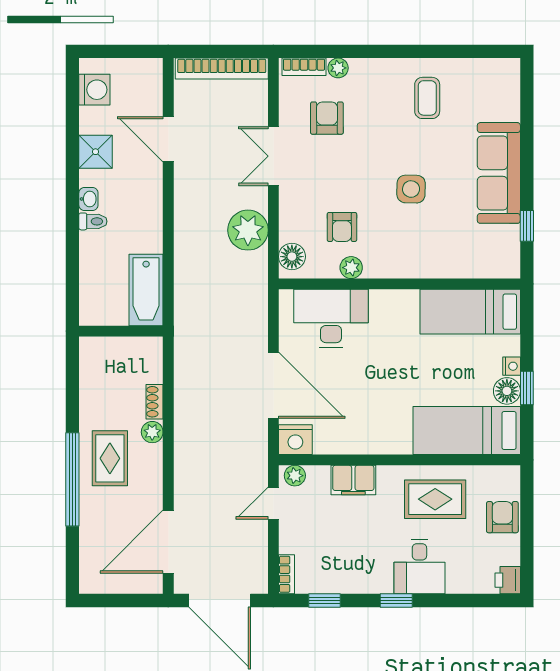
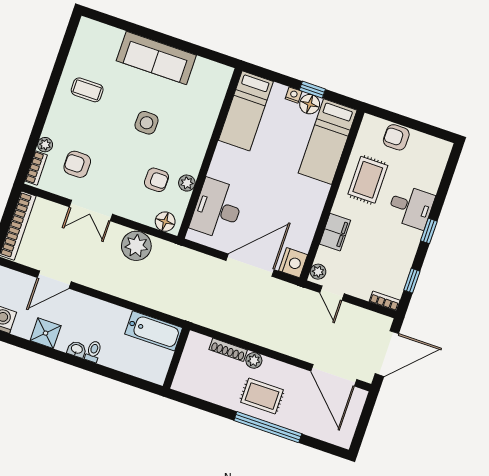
window: (527, 226) -> (200, 51), removed
shoe rack: (155, 402) -> (228, 350), width x1.43
printer: (508, 580) -> (441, 149), removed

